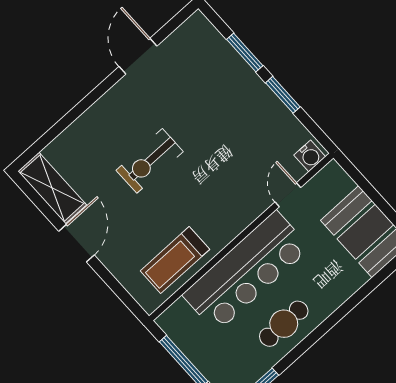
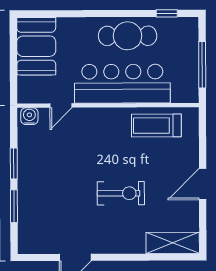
shelving: (52, 188) -> (173, 243), moved, turned 90
treadmill: (175, 260) -> (156, 126), turned 180
cafe table: (284, 324) -> (128, 36), width x1.37, depth x1.35

